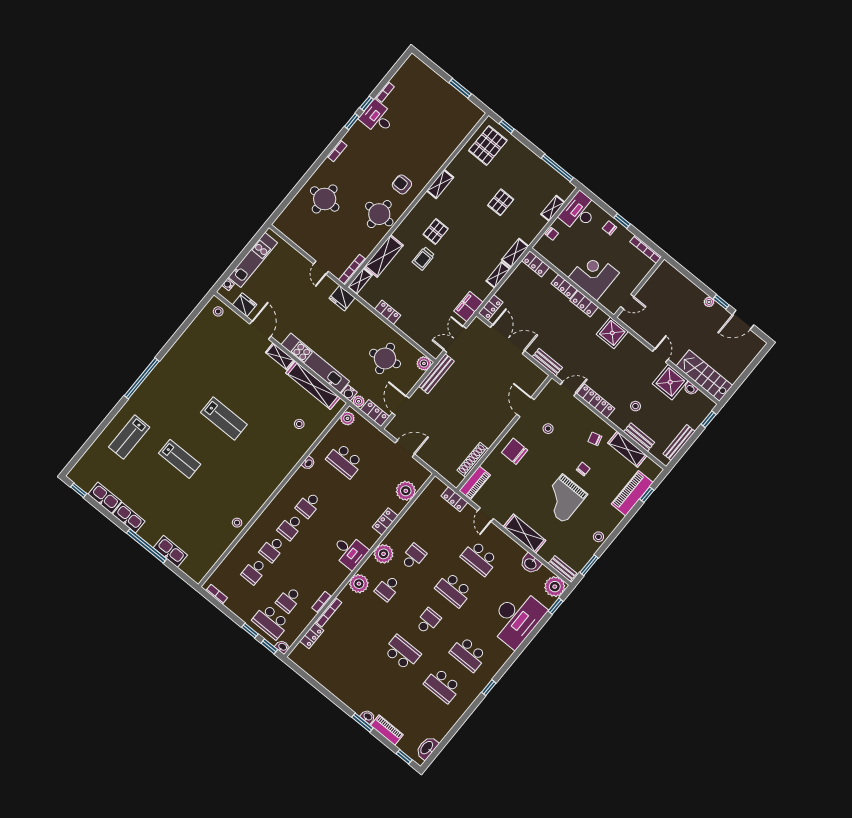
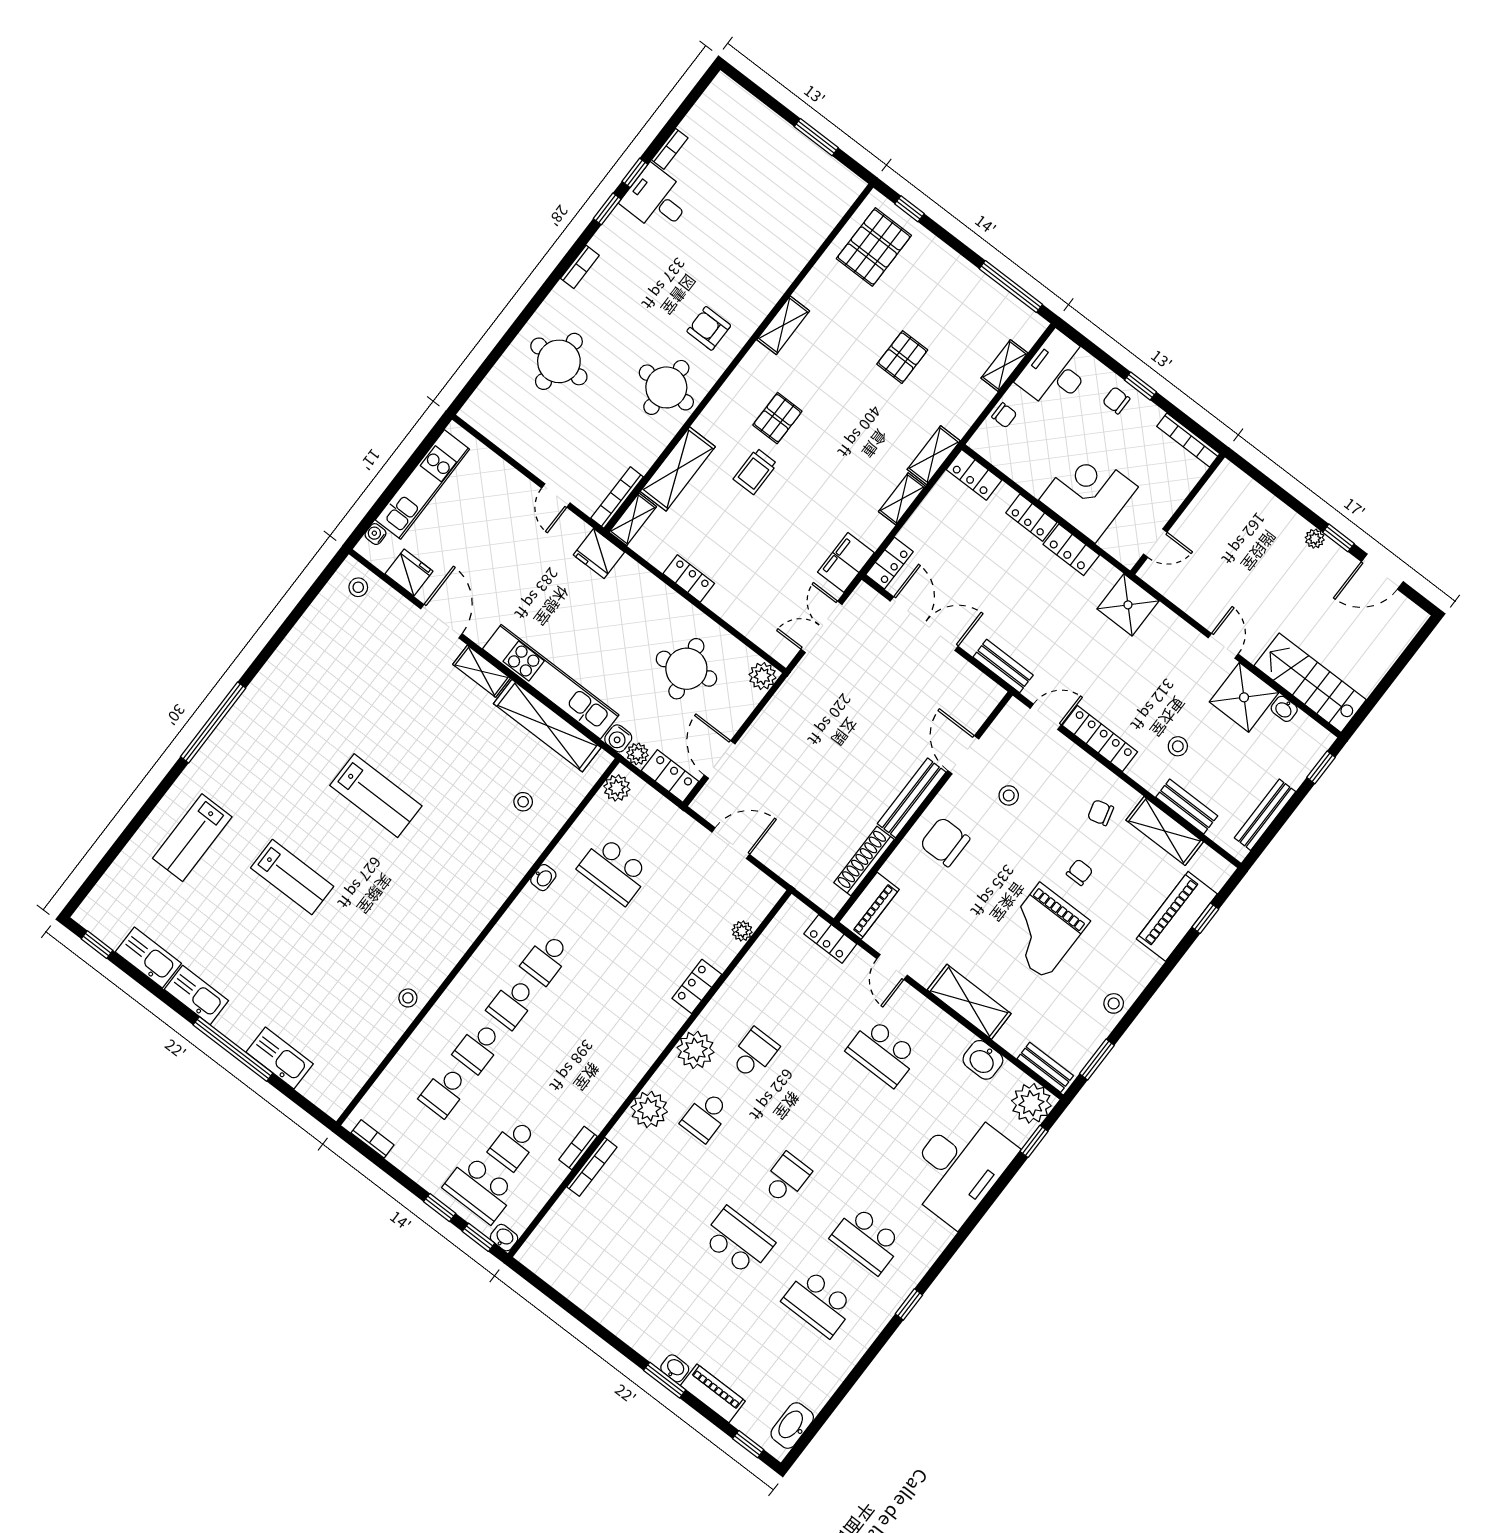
bench: (436, 374) -> (912, 798), moved
plant: (406, 491) -> (742, 931), width x0.53, depth x0.53
desk: (350, 551) -> (629, 1047), removed
school desk: (454, 590) -> (834, 1115), removed
locker: (312, 636) -> (561, 1214), removed

